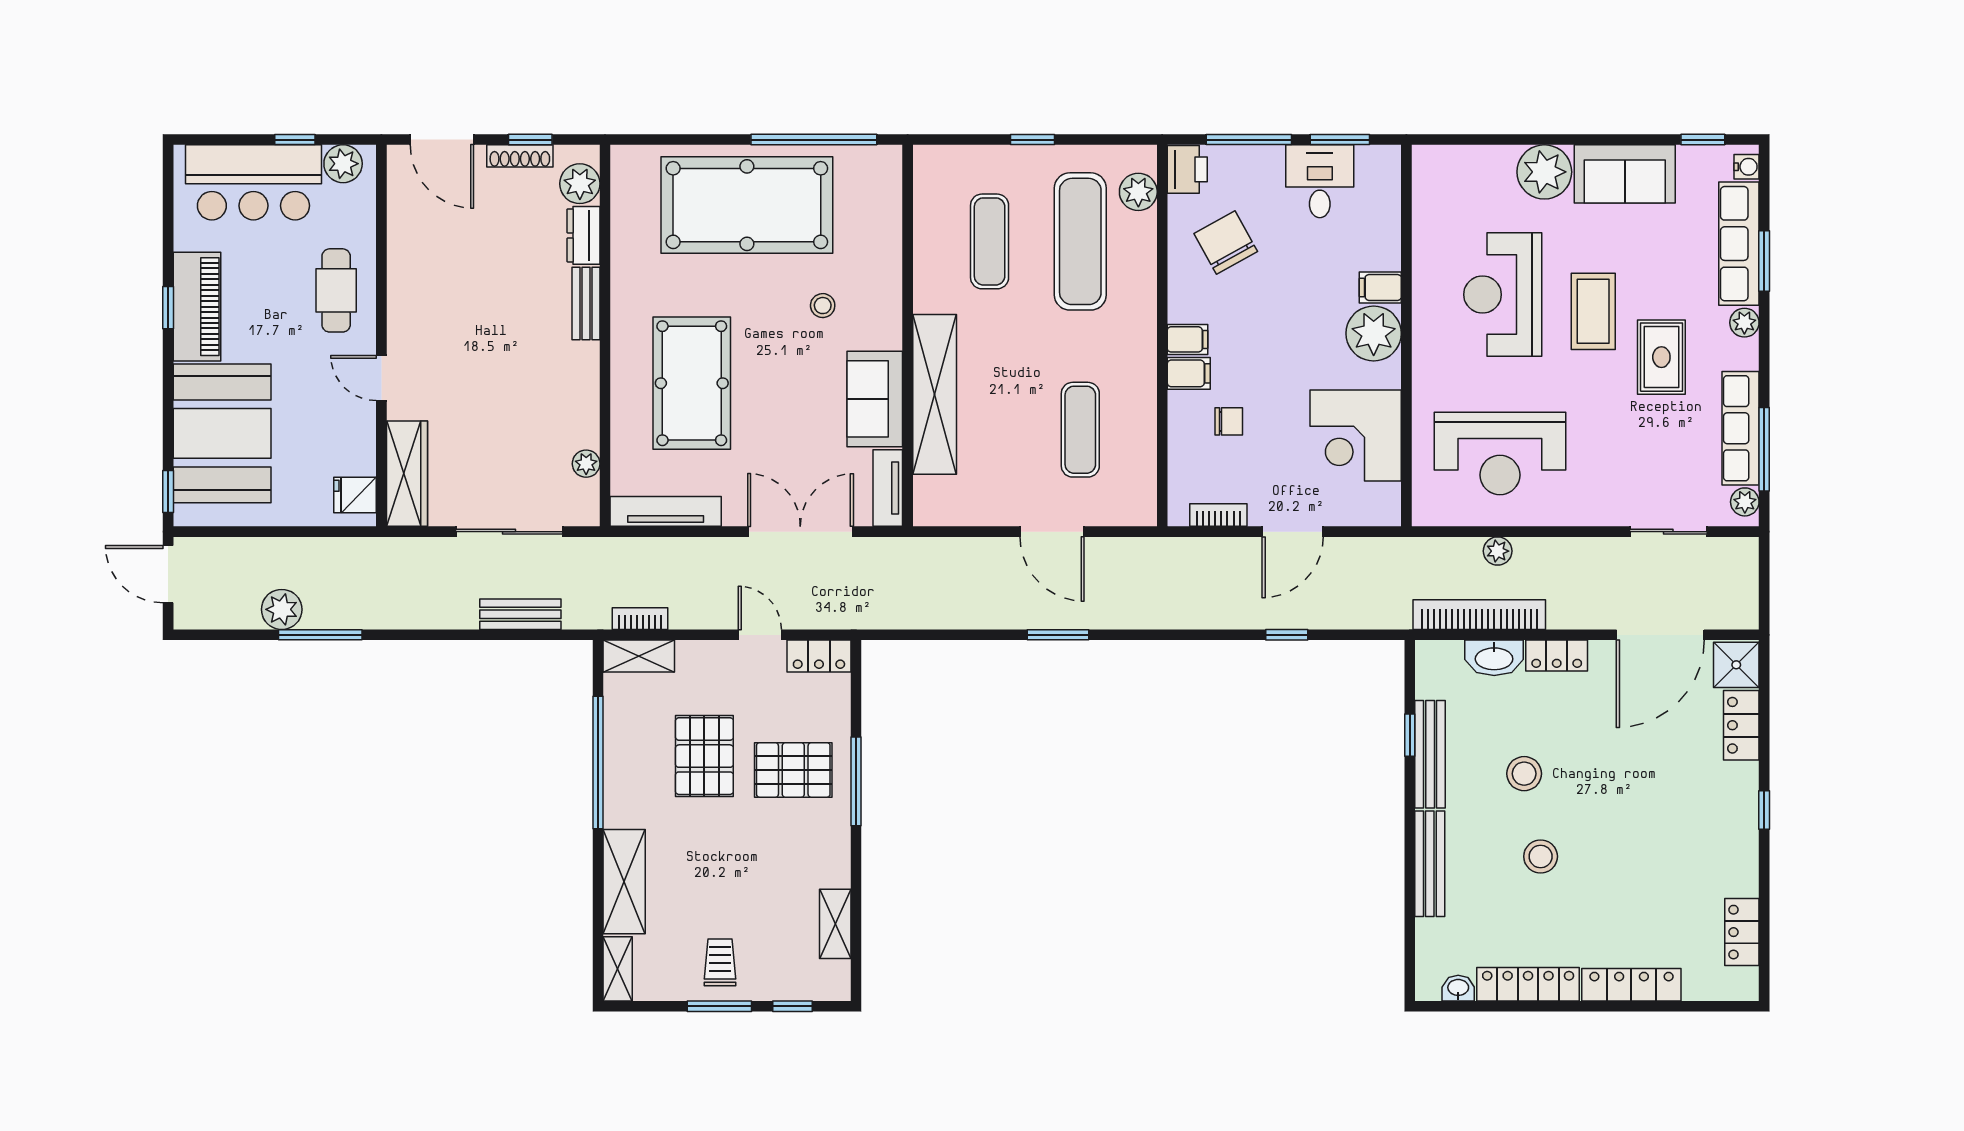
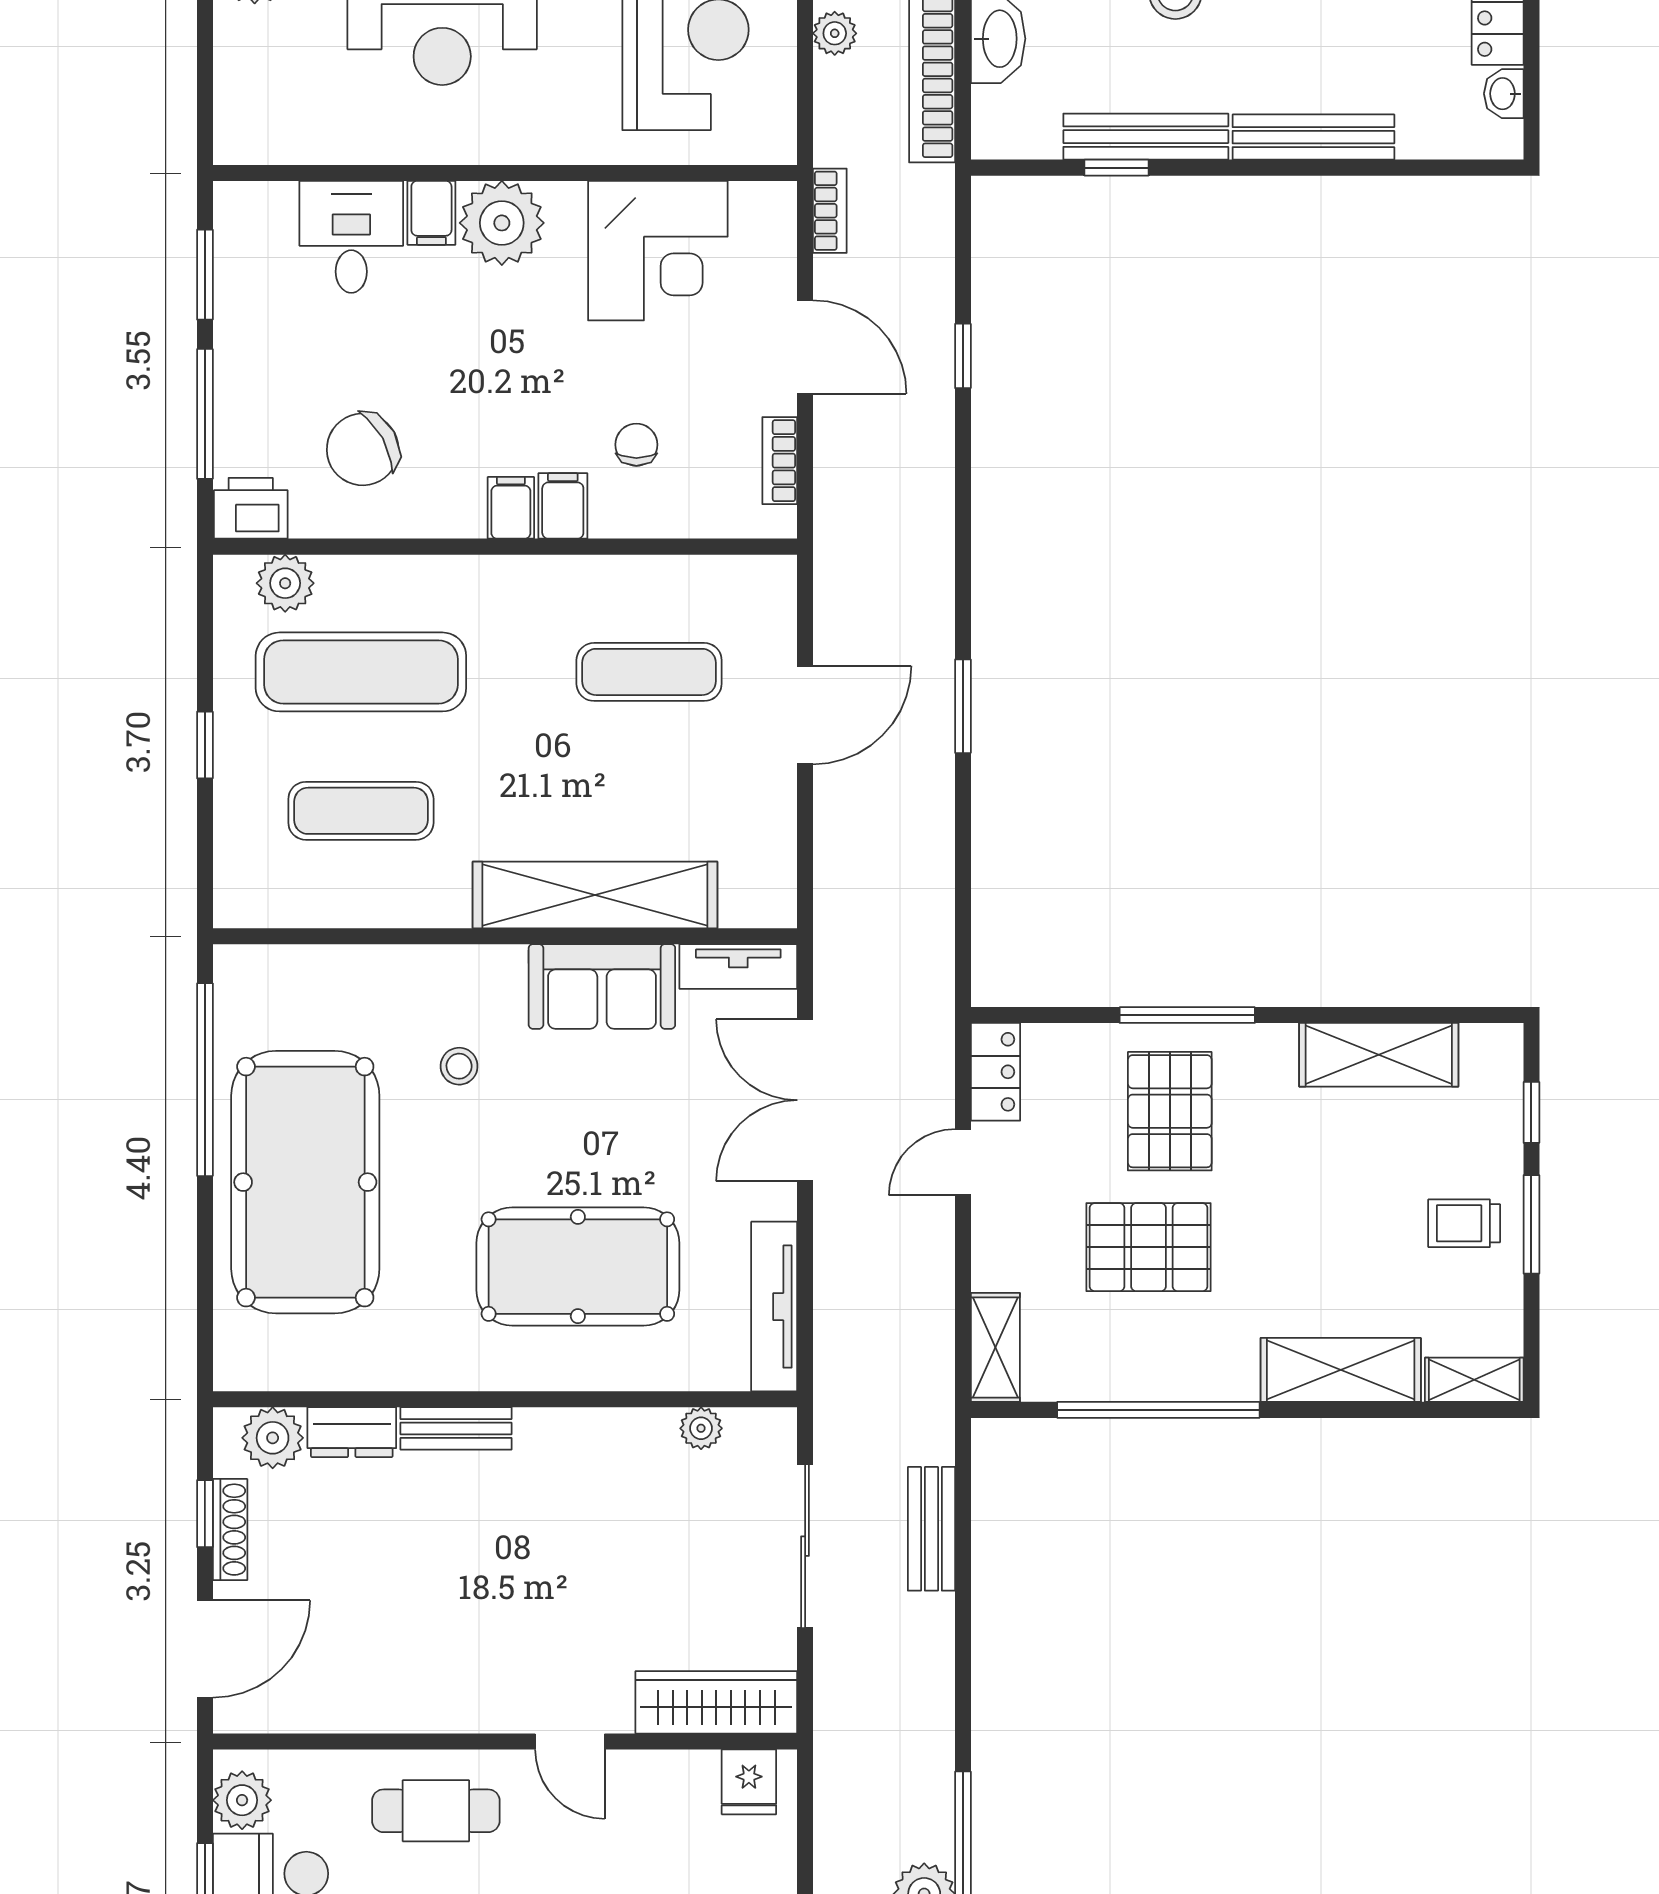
desk: (1320, 181) -> (351, 237), moved, turned 90
door: (381, 378) -> (570, 1741), hinge flipped
bookcase: (640, 619) -> (830, 211), moved, turned 180
shelving: (835, 924) -> (1379, 1055), width x1.50, depth x1.33

